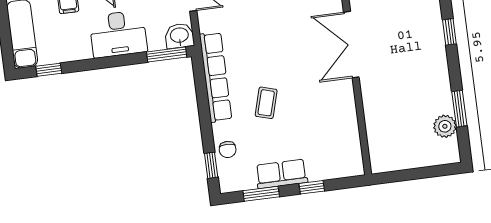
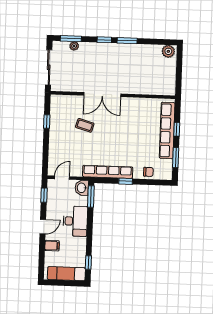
coffee table: (266, 103) -> (85, 125), moved
window: (459, 109) -> (127, 41), moved
plant: (445, 126) -> (168, 51), moved
window: (211, 165) -> (126, 181), moved
row of seats: (281, 174) -> (167, 130), width x2.02

